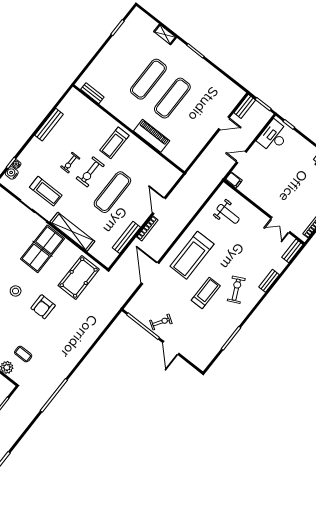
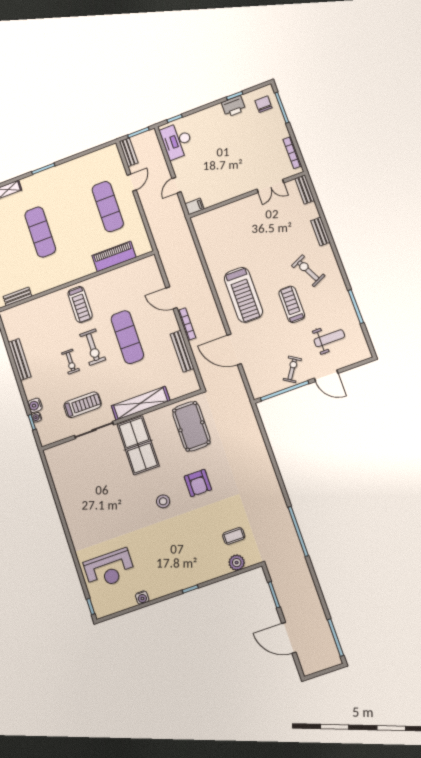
exercise mat: (172, 98) -> (108, 206), moved
piano: (152, 136) -> (114, 256), moved
water cooler: (12, 173) -> (35, 405), moved
weight bench: (228, 214) -> (329, 338), moved

